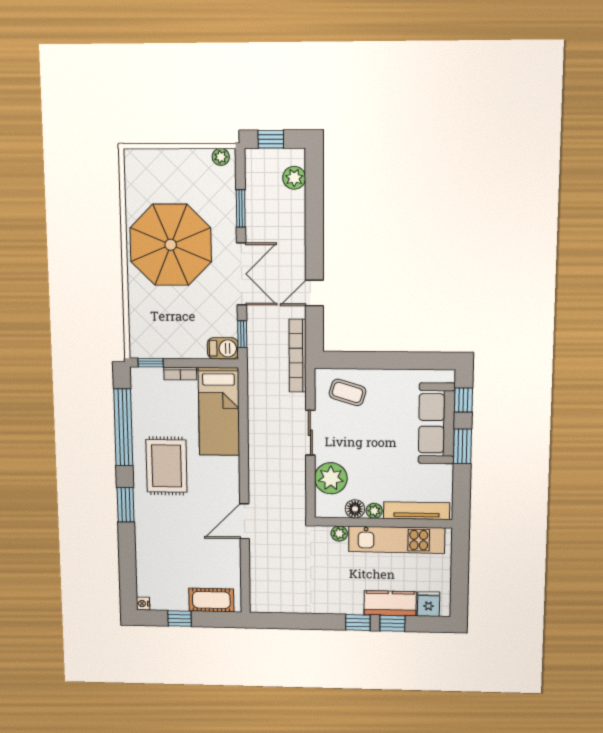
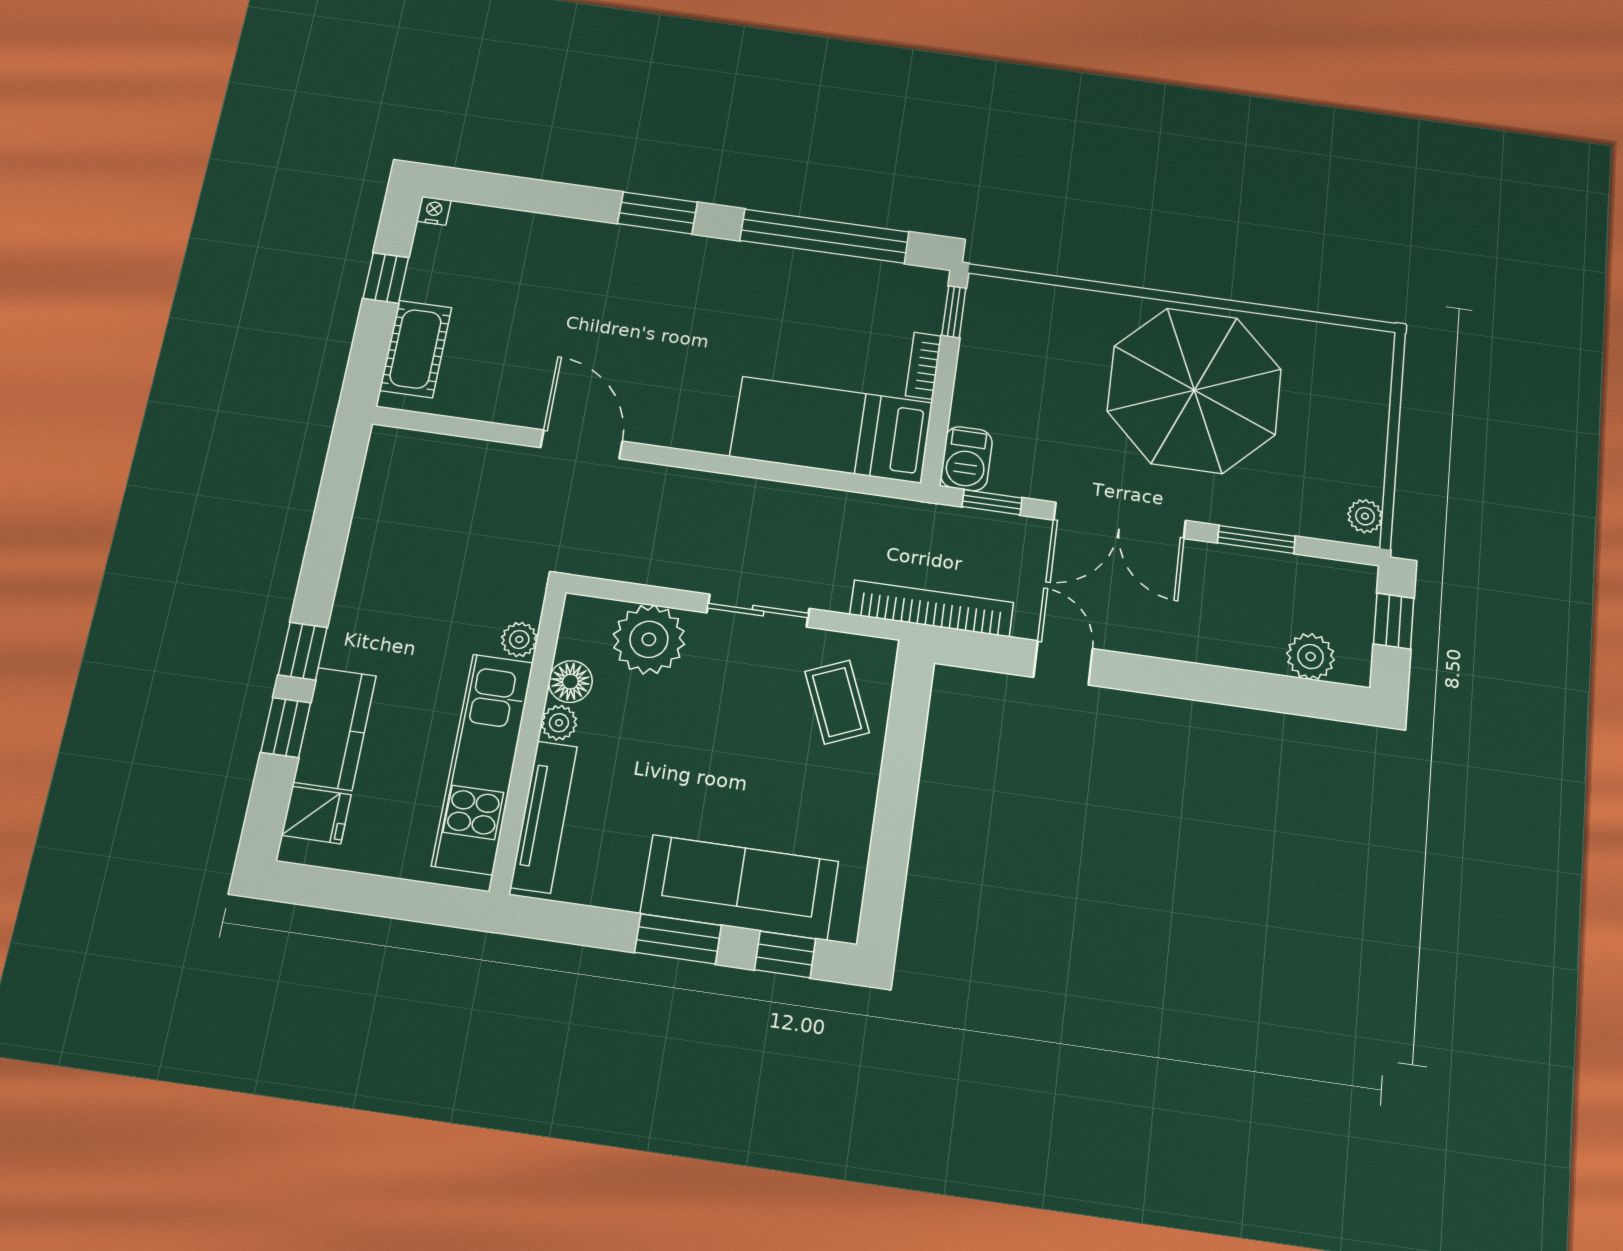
coffee table: (348, 392) -> (837, 702), turned -40
rug: (167, 466) -> (729, 307), removed

